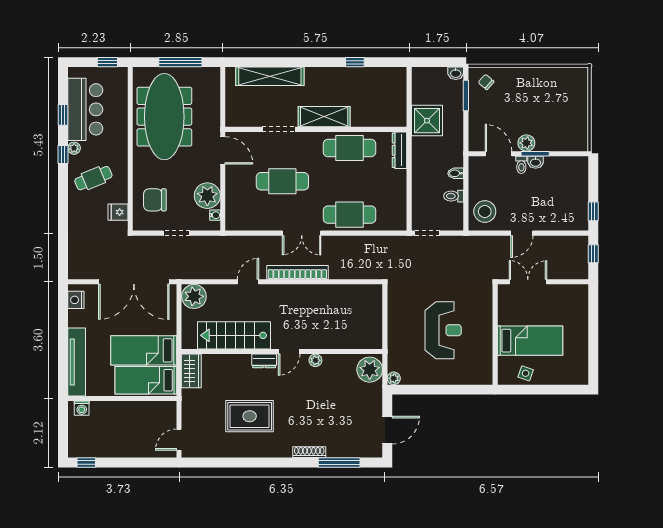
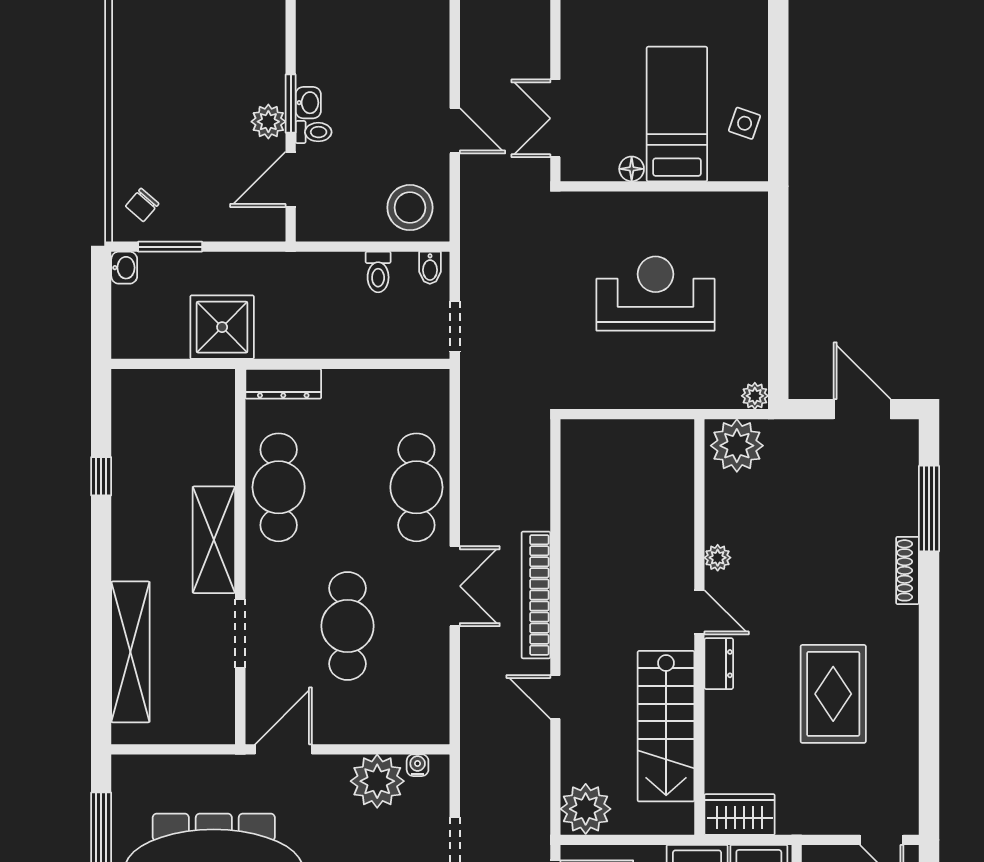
bidet: (456, 173) -> (430, 268), moved
floor lamp: (503, 319) -> (632, 169), added

